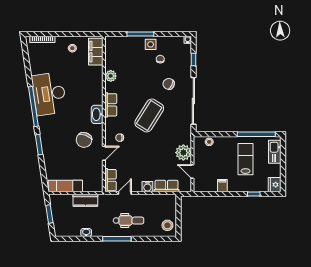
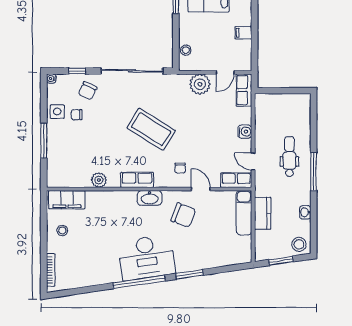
side table: (151, 44) -> (57, 112), moved
chair: (169, 84) -> (87, 91), moved
desk: (49, 94) -> (146, 258), moved
exam couch: (65, 186) -> (244, 213), moved
row of seats: (167, 186) -> (244, 90), moved
stool: (167, 225) -> (299, 244), moved

